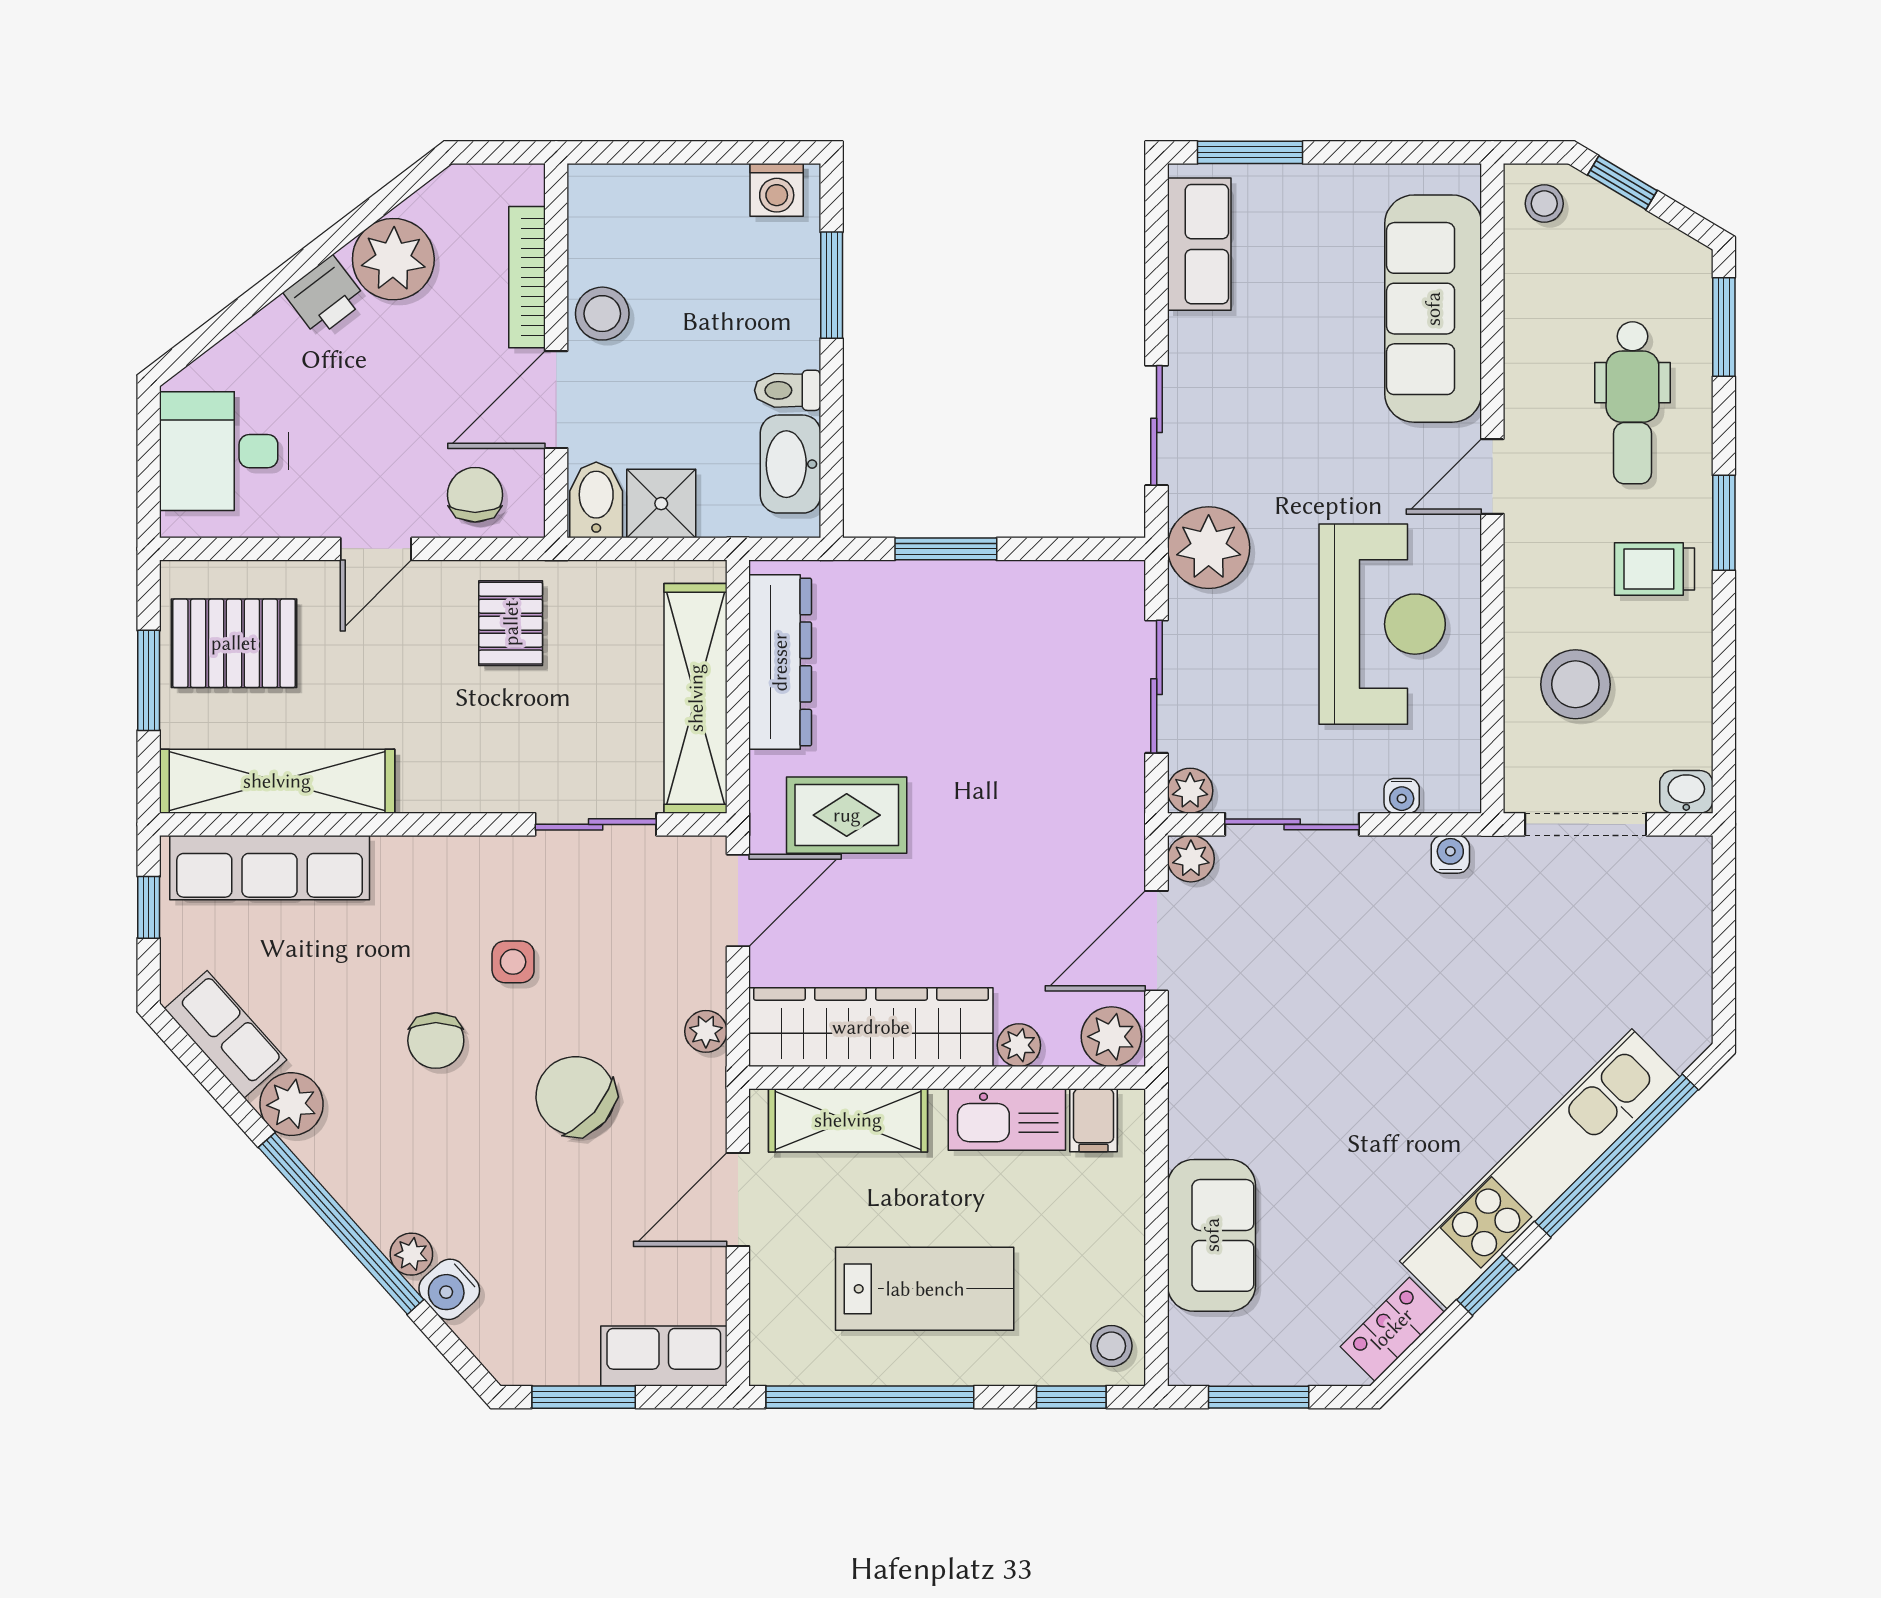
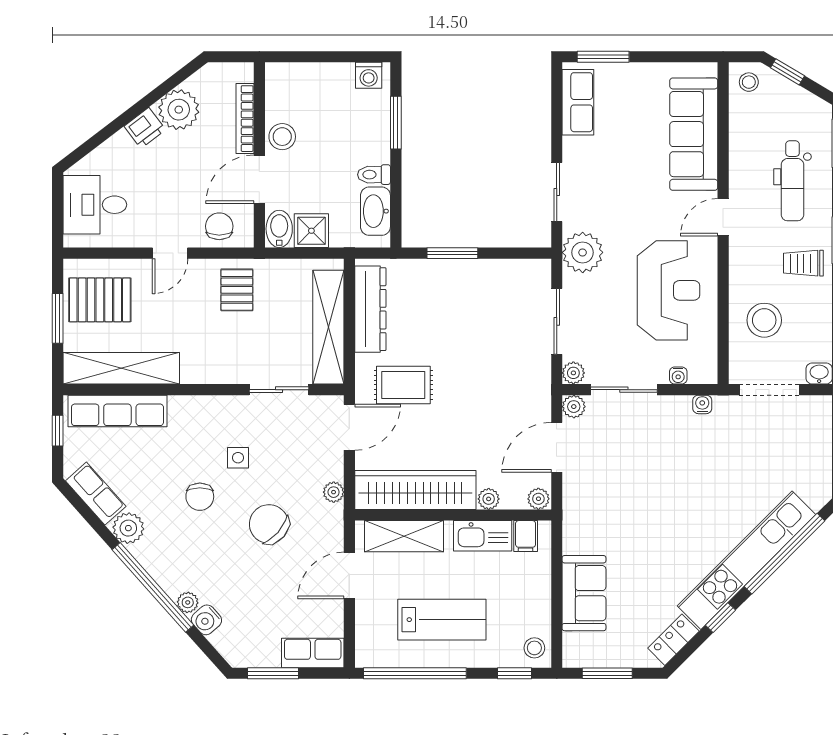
plant: (1111, 1037) -> (538, 499), width x0.73, depth x0.73

